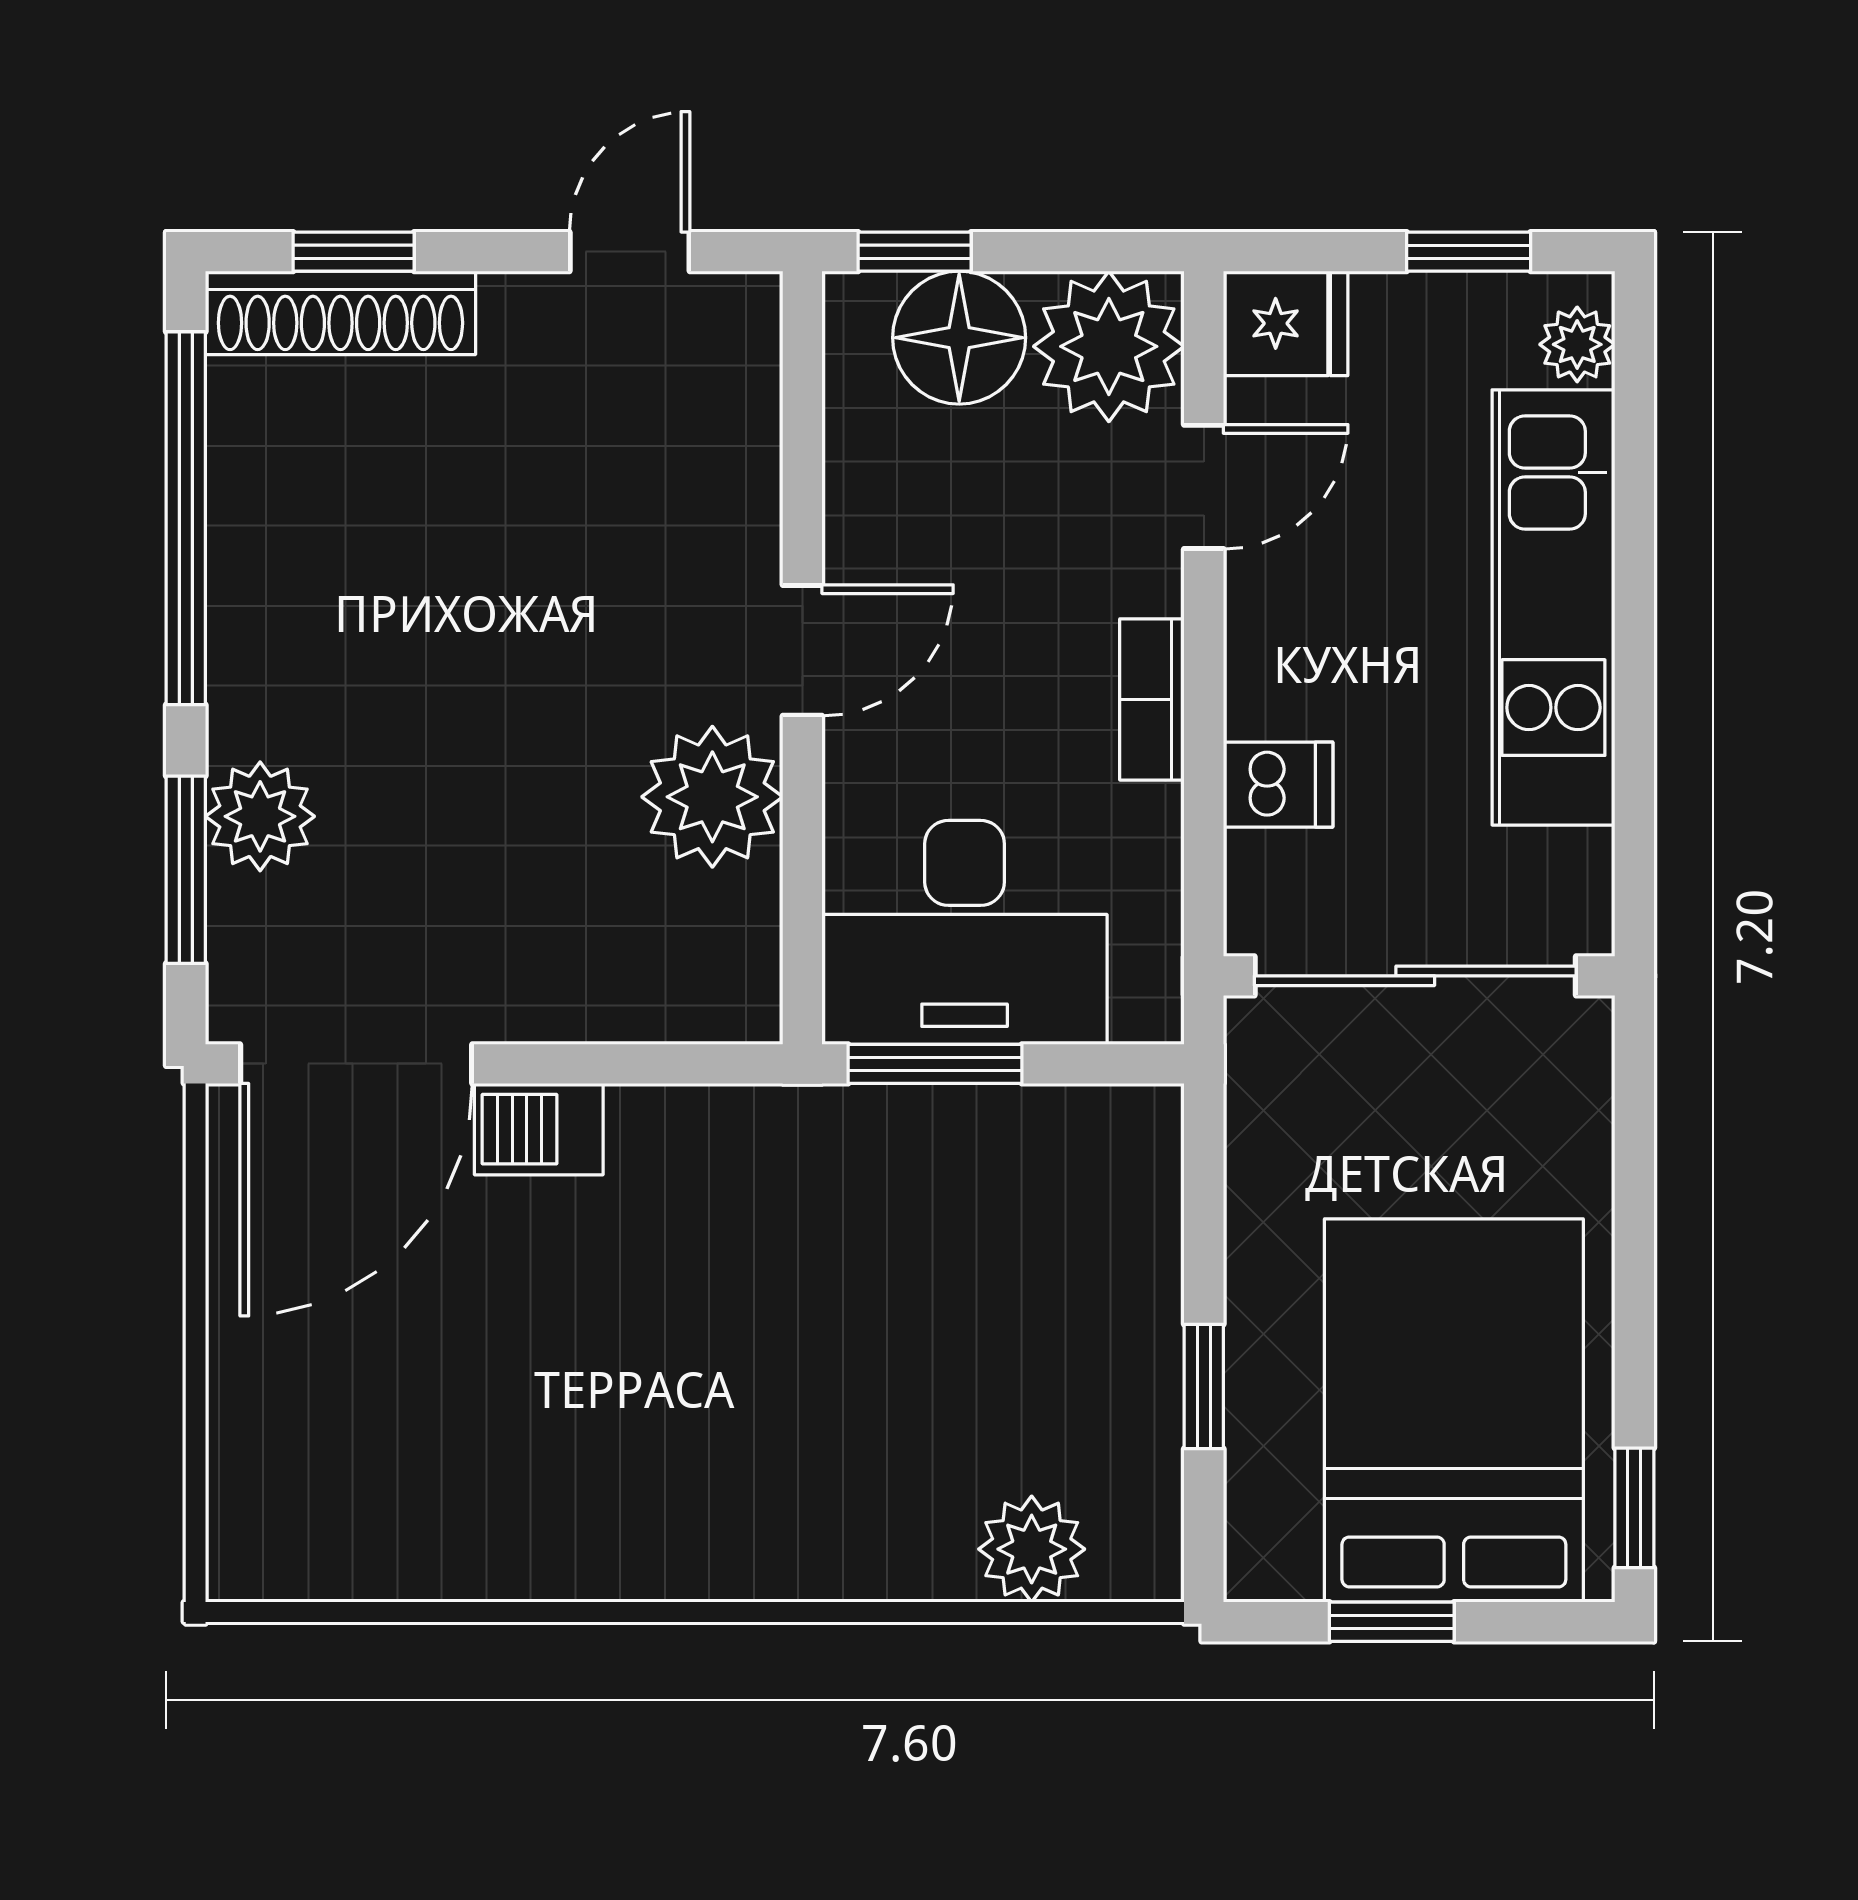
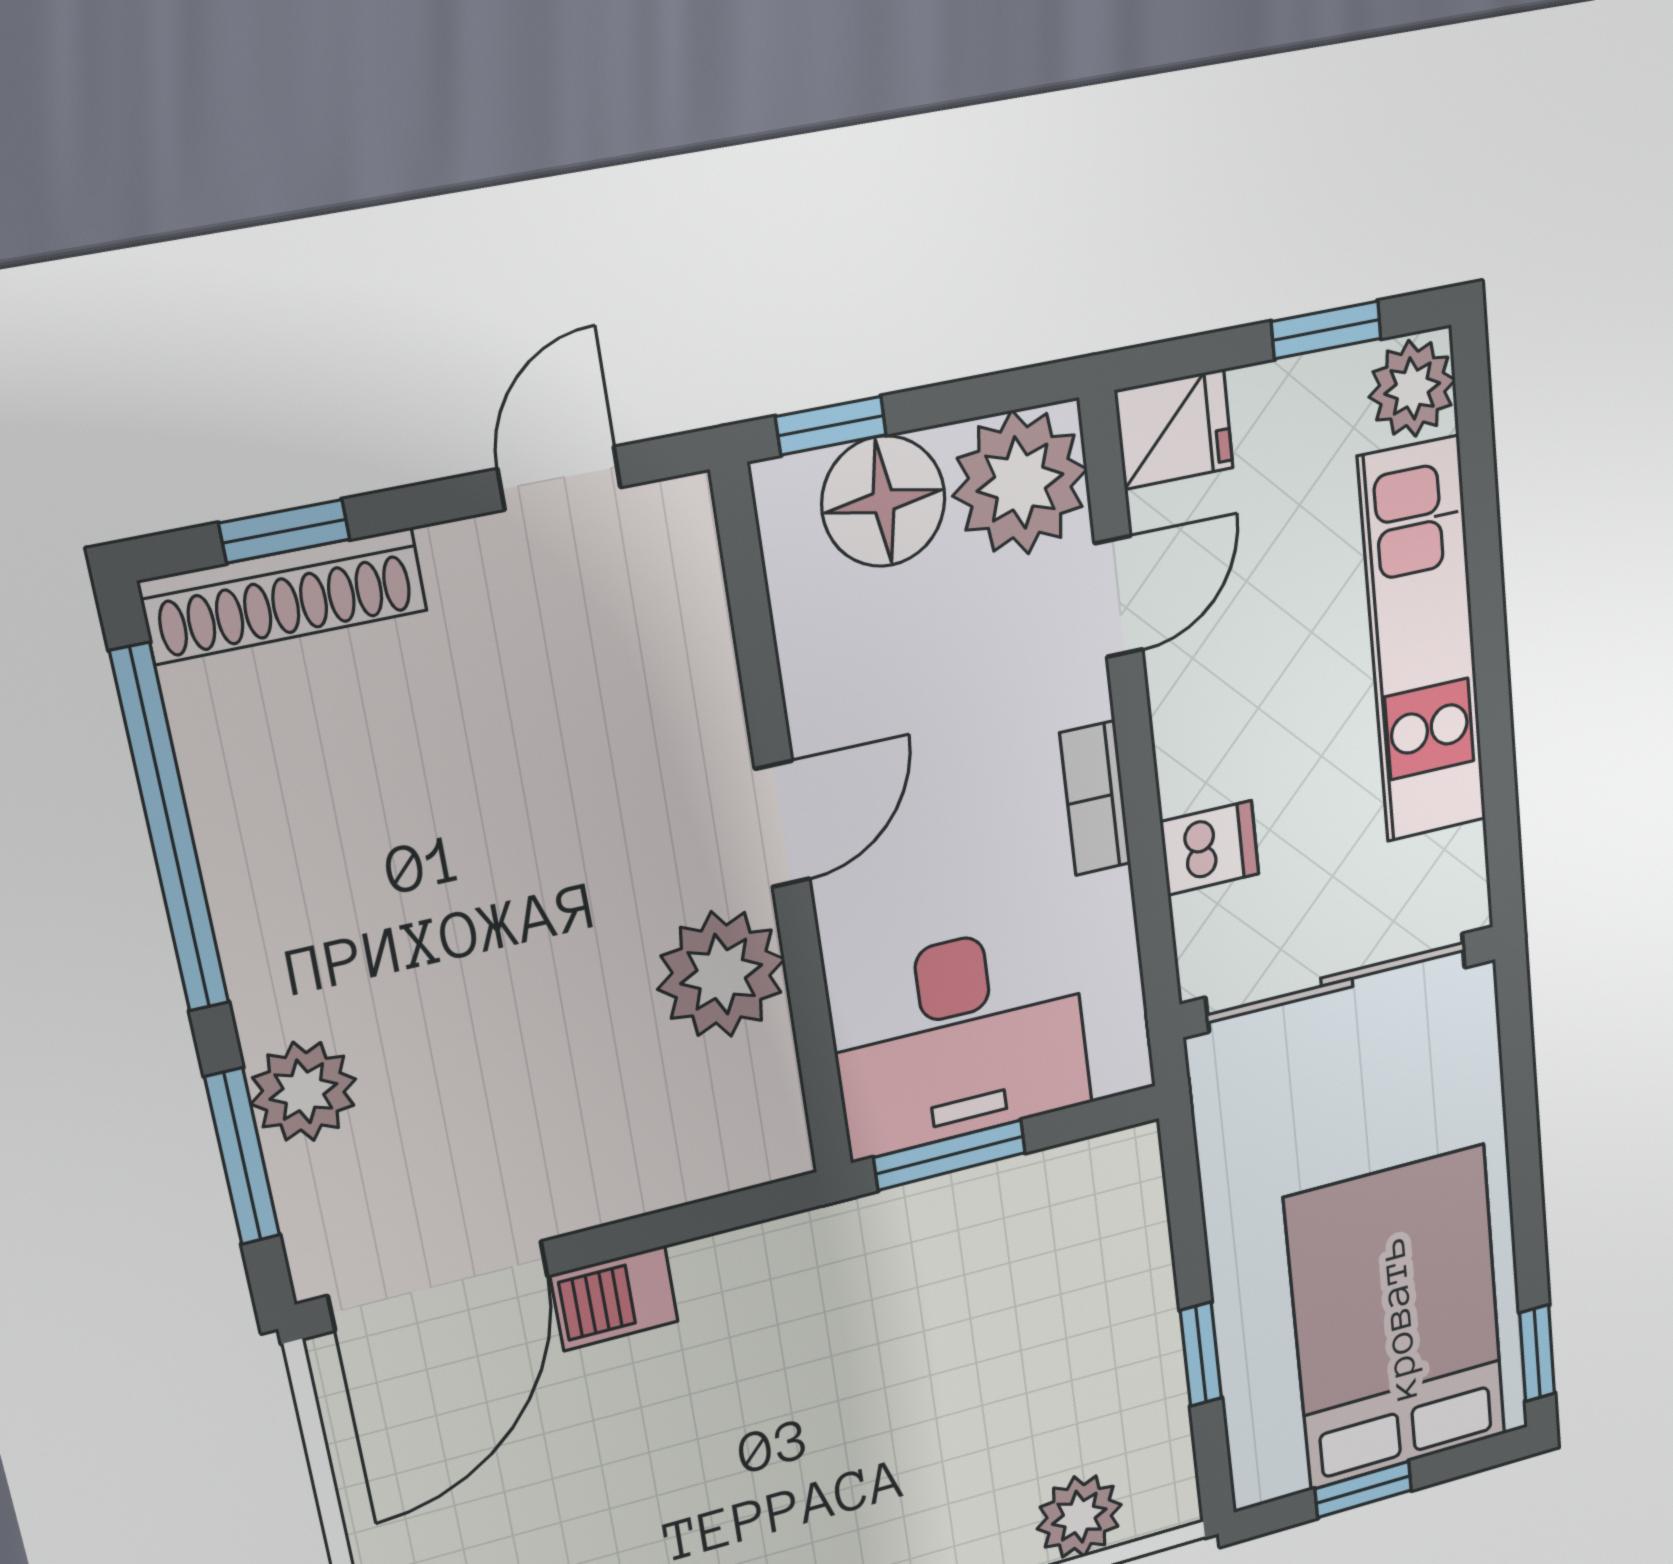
plant: (1577, 344) -> (1412, 389), width x1.38, depth x1.38

